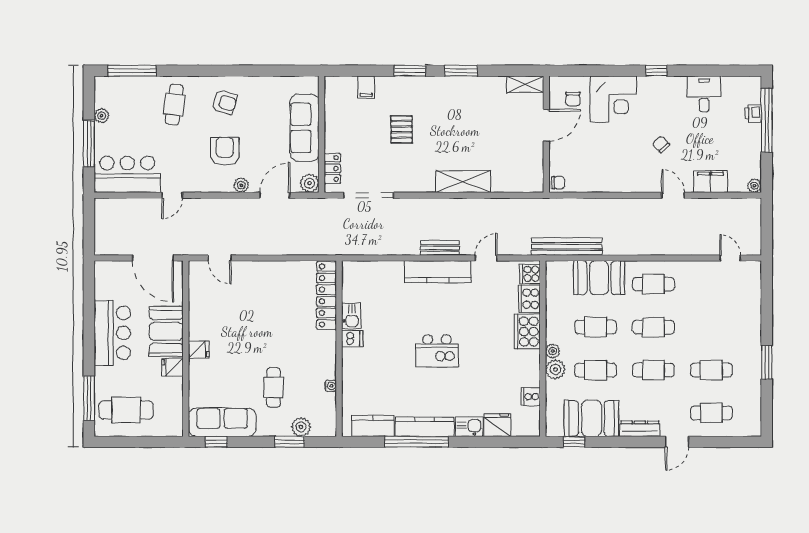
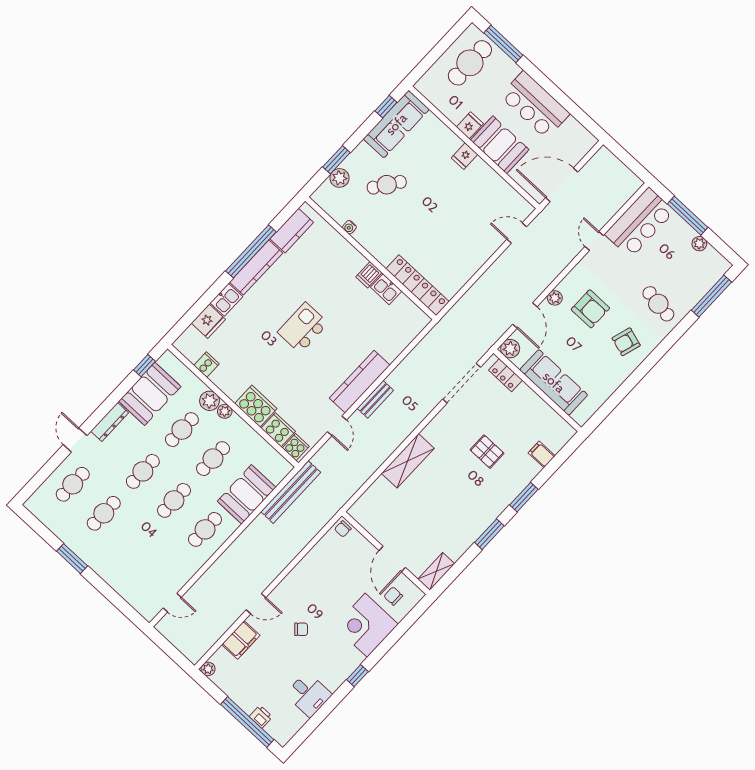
cafe table: (273, 387) -> (387, 185), turned -55

